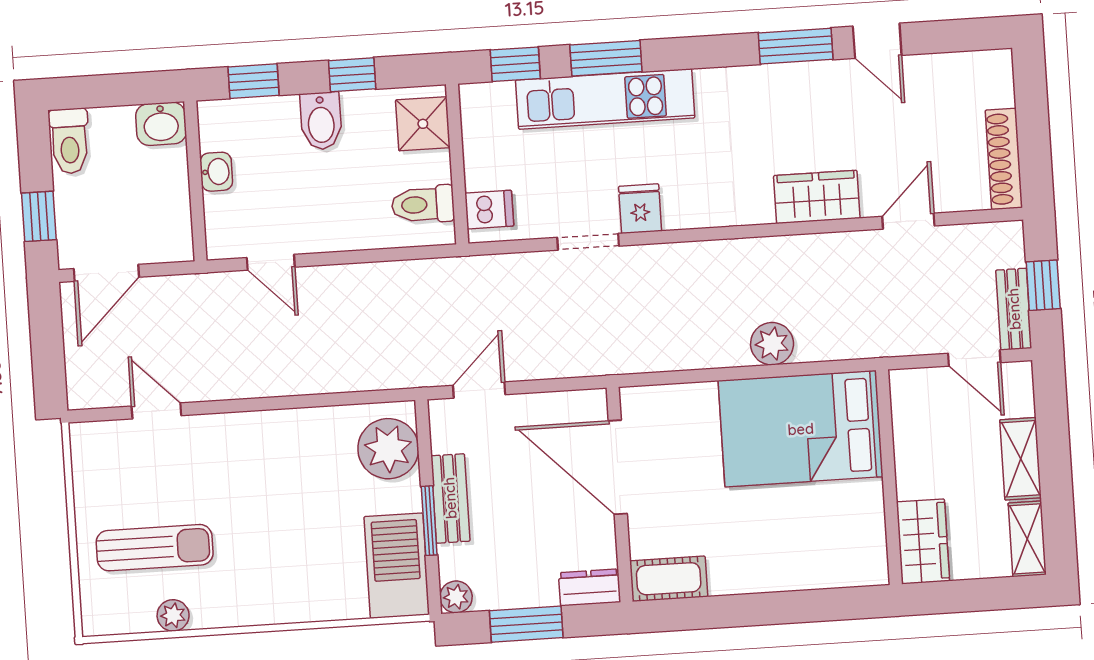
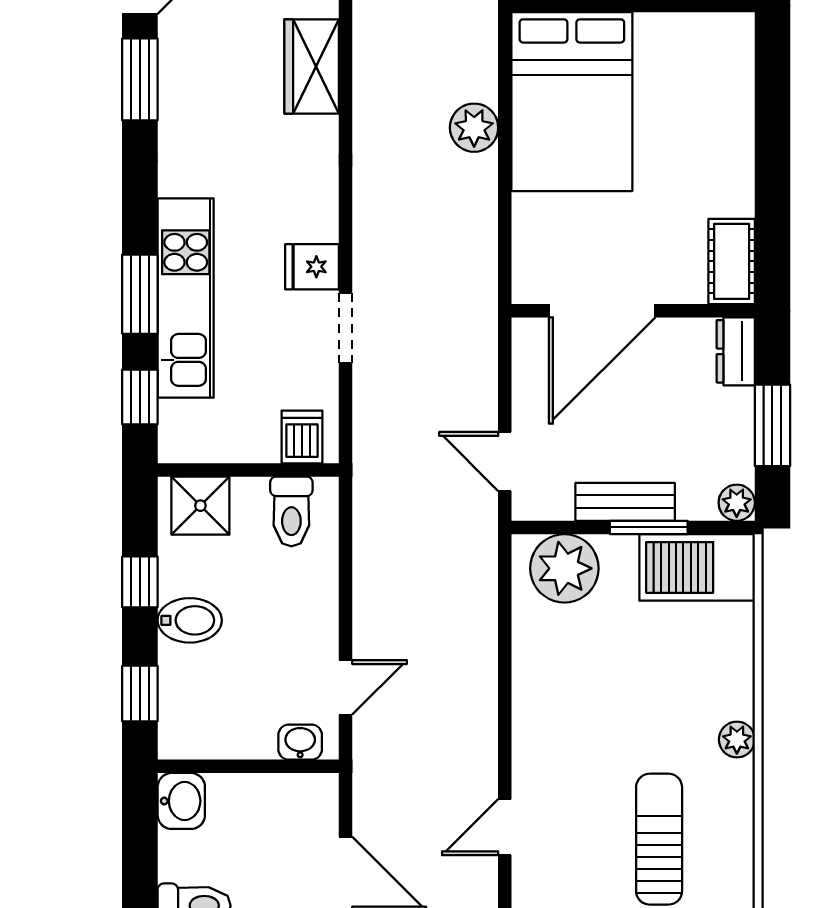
washbasin: (216, 172) -> (300, 742), moved
plant: (173, 615) -> (737, 740), moved

